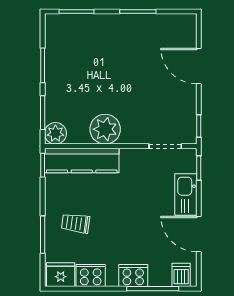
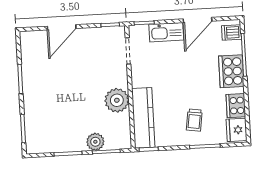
plant: (55, 133) -> (95, 142), moved
cooker: (133, 276) -> (231, 71), width x1.37, depth x1.31

